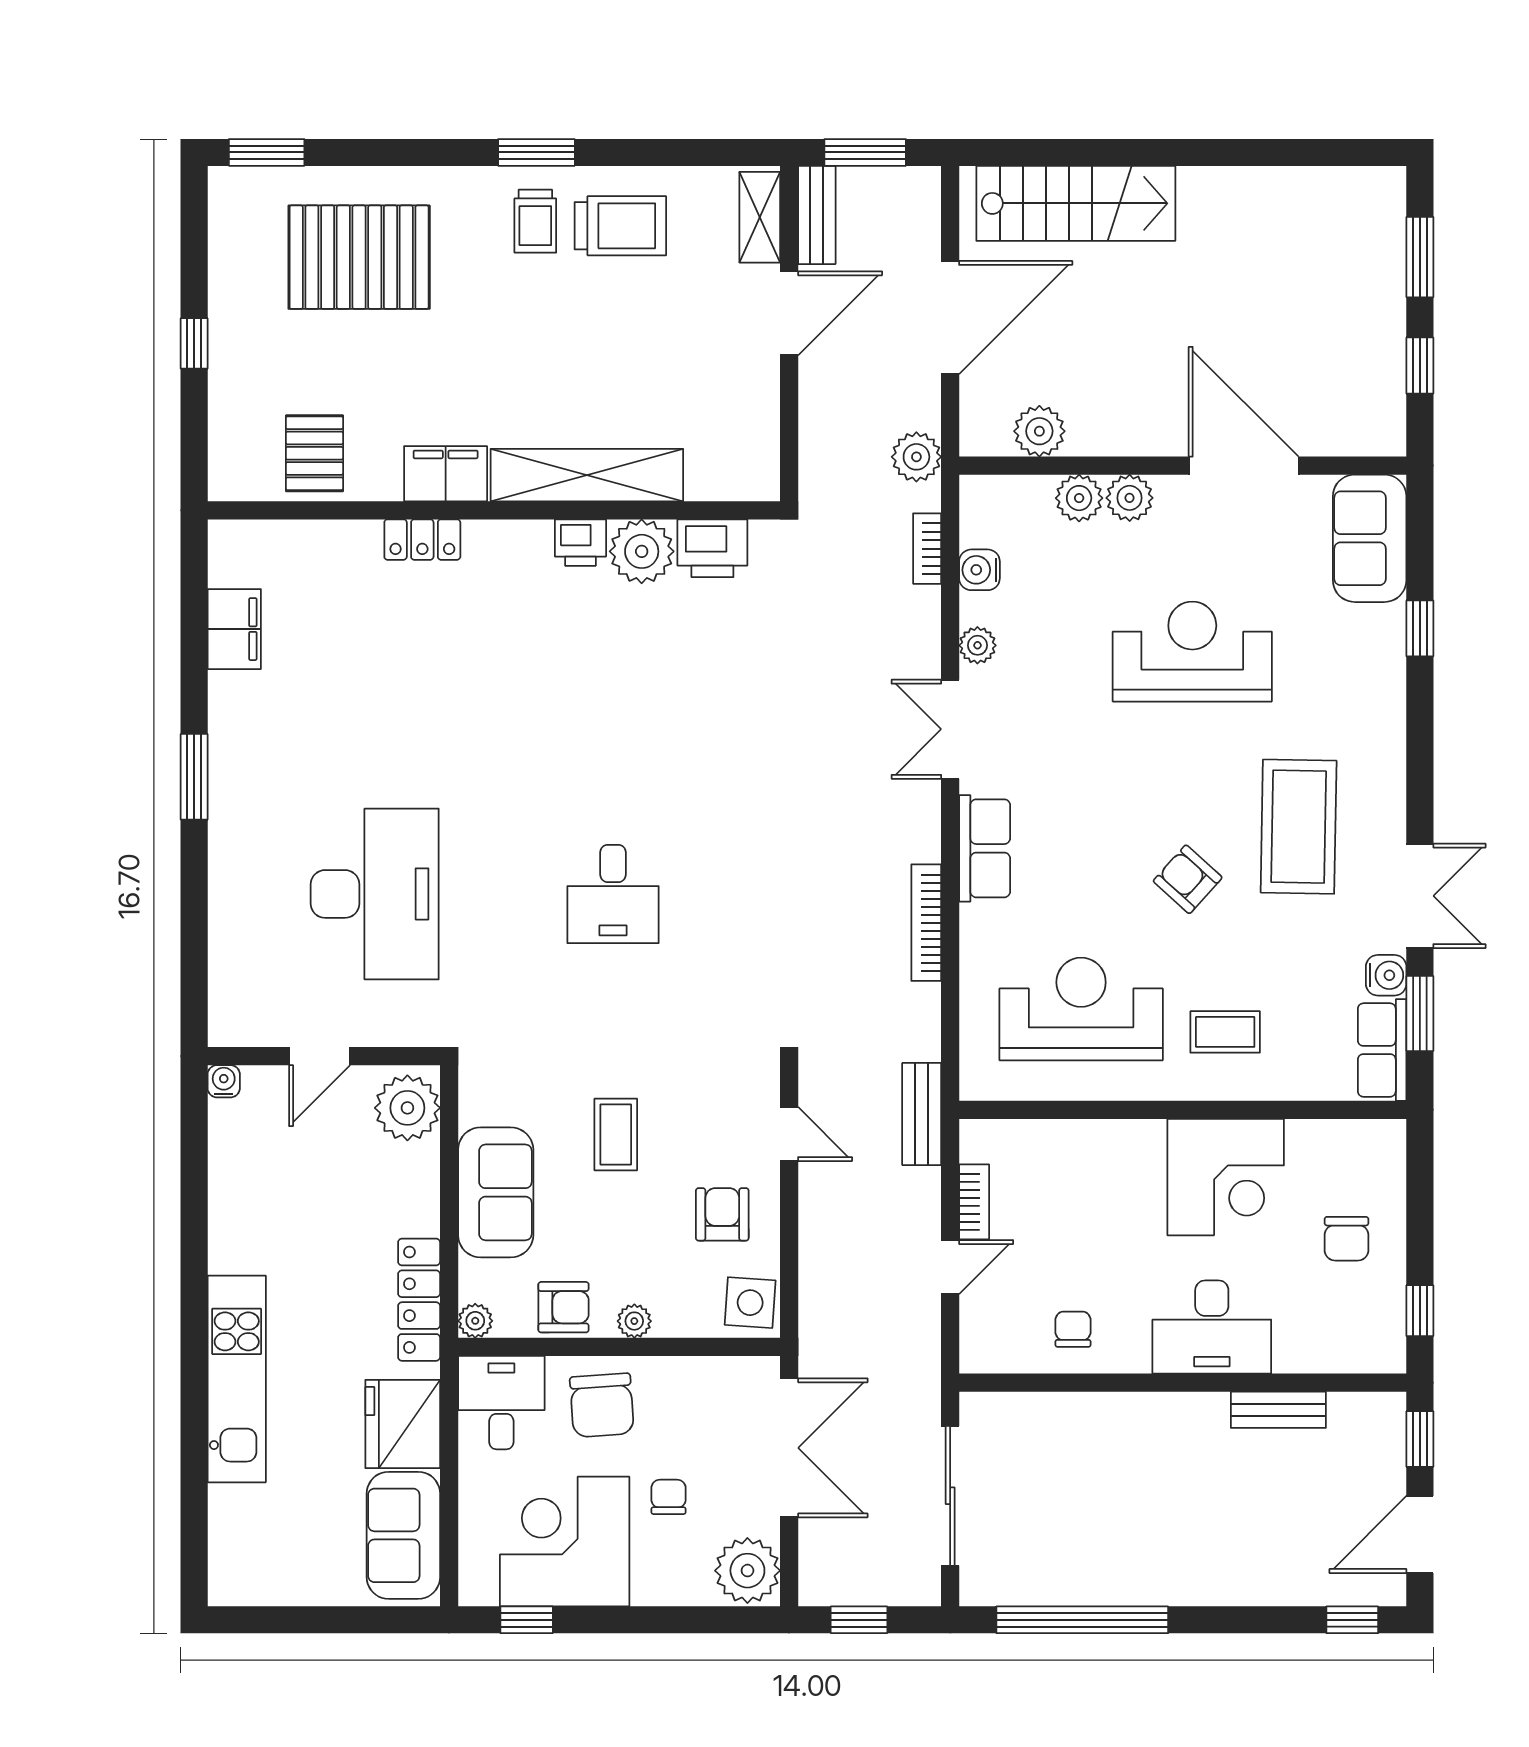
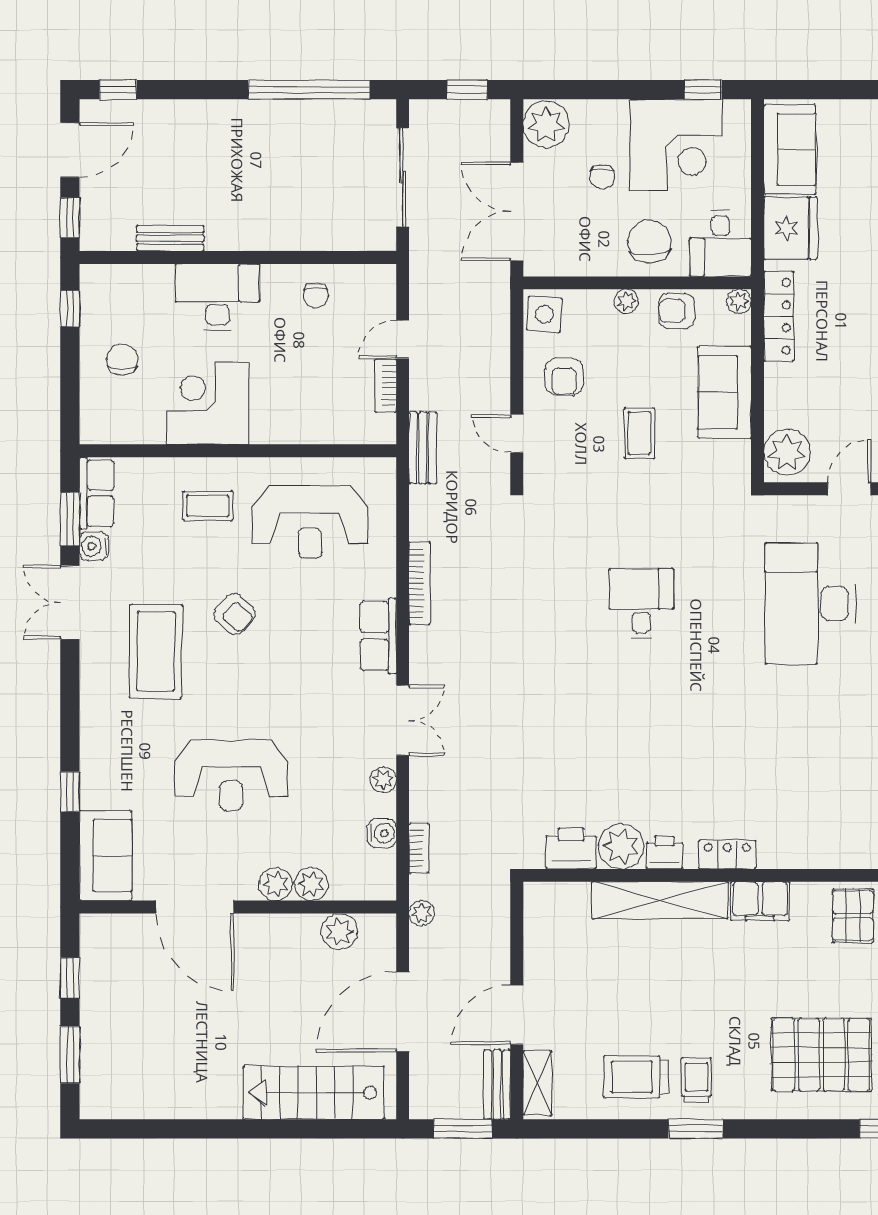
plant: (916, 457) -> (422, 913), width x0.73, depth x0.73
locker: (422, 540) -> (727, 855), moved

